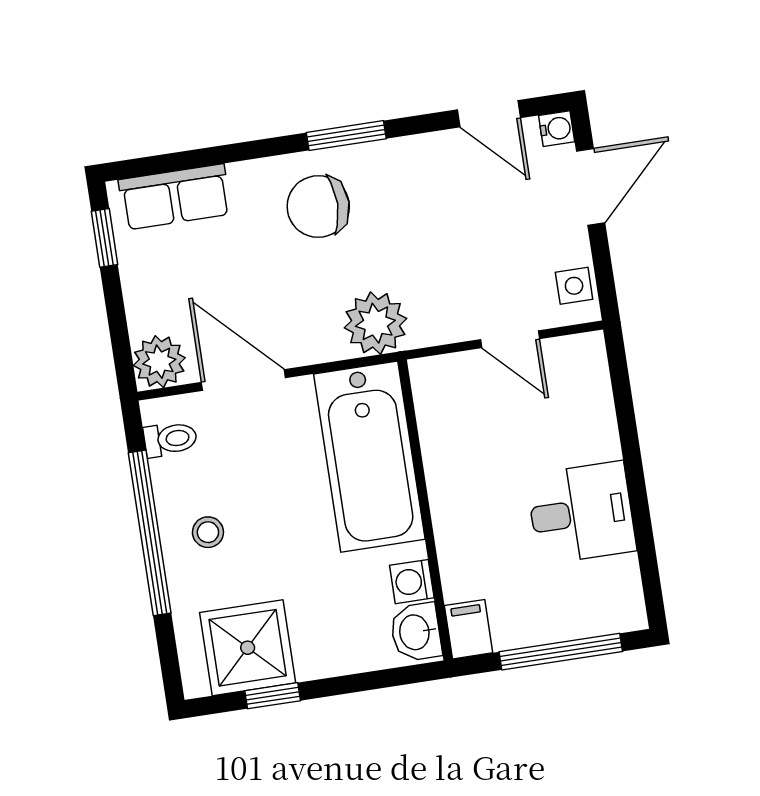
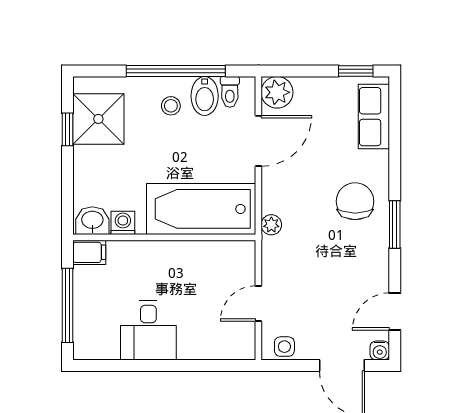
plant: (375, 323) -> (271, 225), width x0.53, depth x0.53
bidet: (183, 479) -> (205, 96), added

